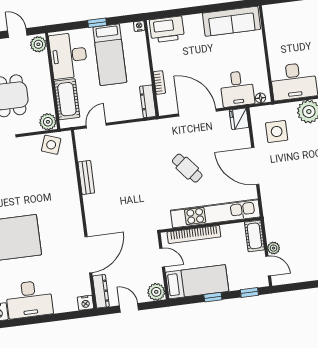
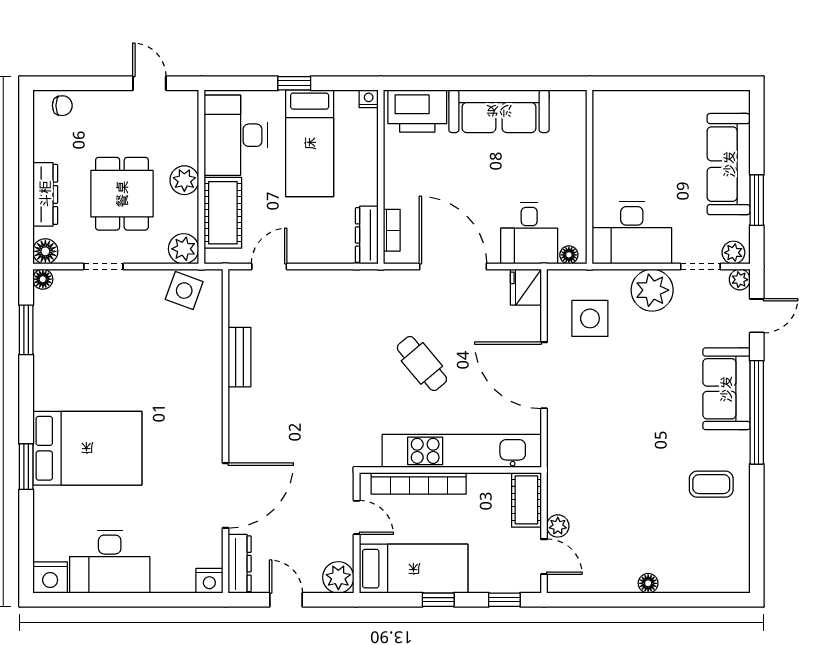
sofa: (232, 21) -> (499, 111), moved
plant: (38, 44) -> (184, 180), moved
bookcase: (159, 82) -> (392, 230), moved

